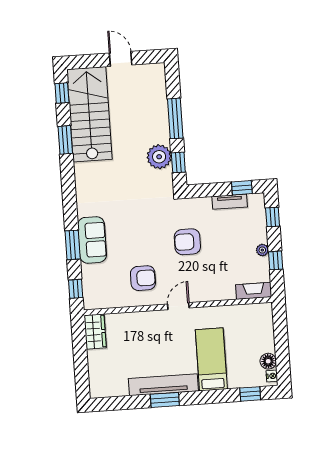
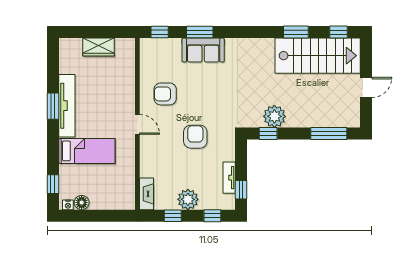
window: (175, 118) -> (329, 133), moved
plant: (262, 250) -> (188, 199), width x1.88, depth x1.88
armchair: (143, 278) -> (165, 94), turned 90
wardrobe: (95, 332) -> (99, 47), moved

